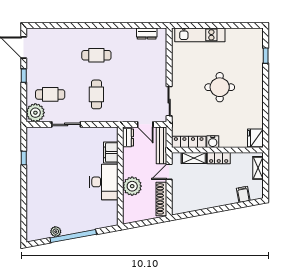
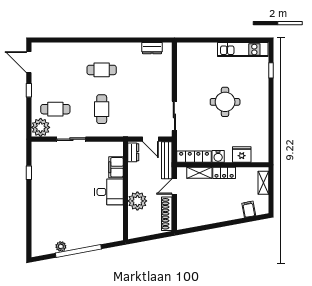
kitchen unit: (200, 35) -> (243, 50), moved
fridge: (255, 138) -> (242, 154), moved, turned 90
desk: (104, 182) -> (109, 192), width x0.73

